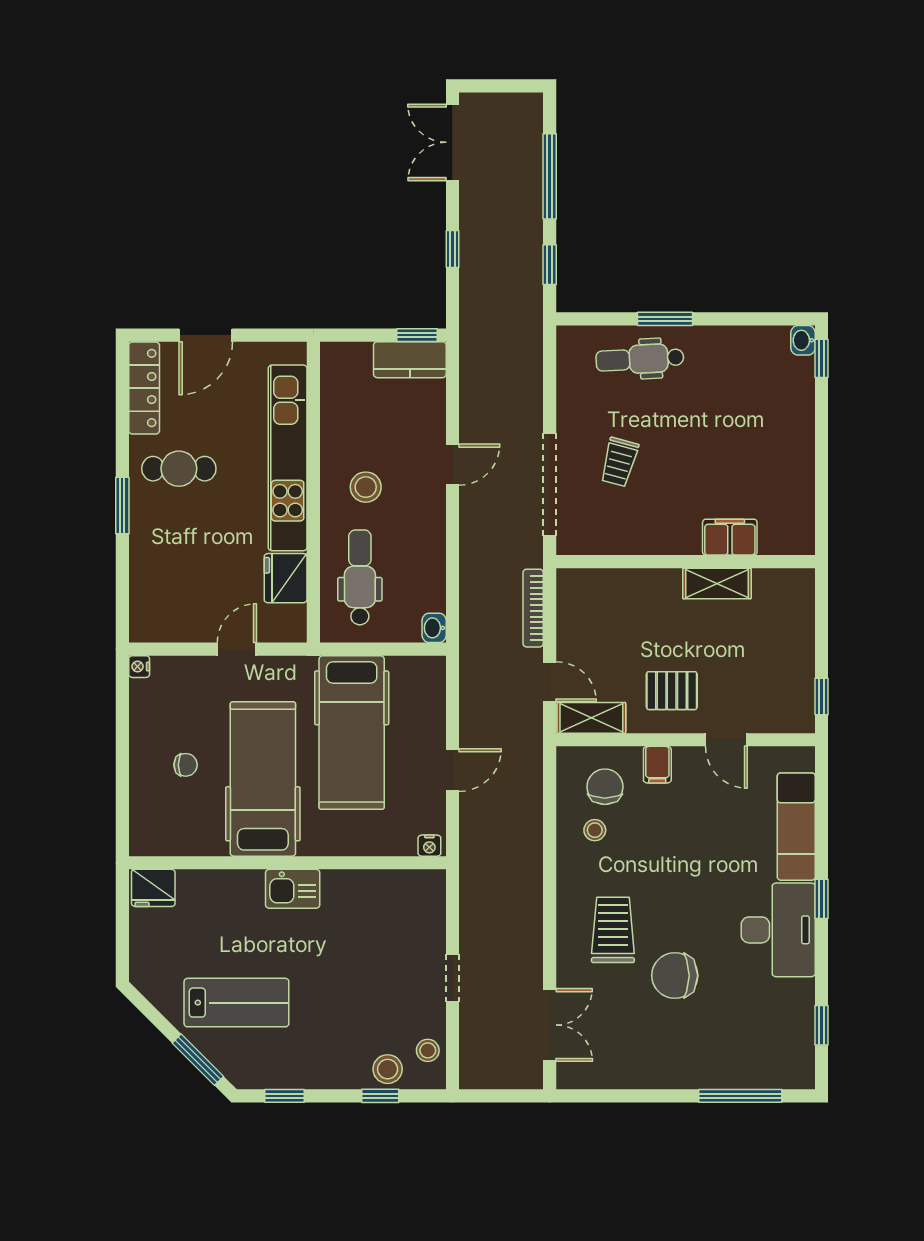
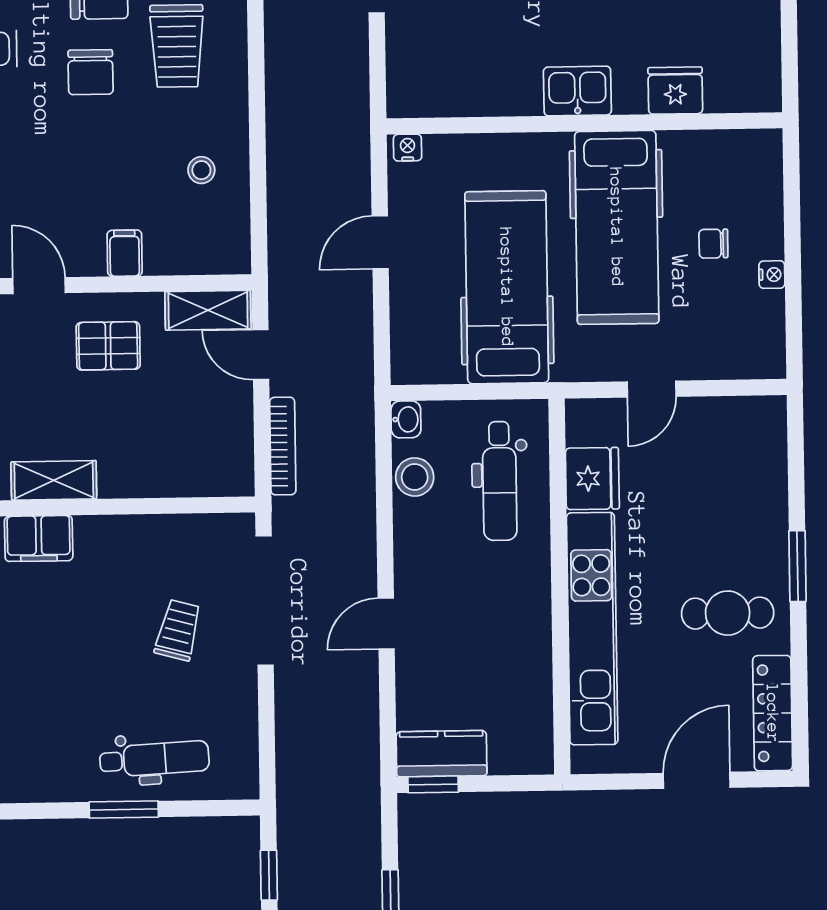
stool: (366, 487) -> (415, 477), moved
nightstand: (139, 667) -> (772, 275), moved
chair: (605, 787) -> (91, 72), moved
fridge: (153, 888) -> (675, 91), moved

